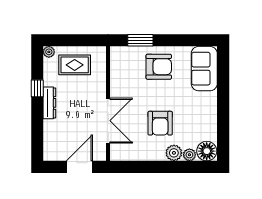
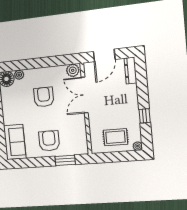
armchair: (159, 67) -> (49, 141), turned 90
dresser: (49, 103) -> (130, 71), moved
plant: (174, 153) -> (73, 70), moved

